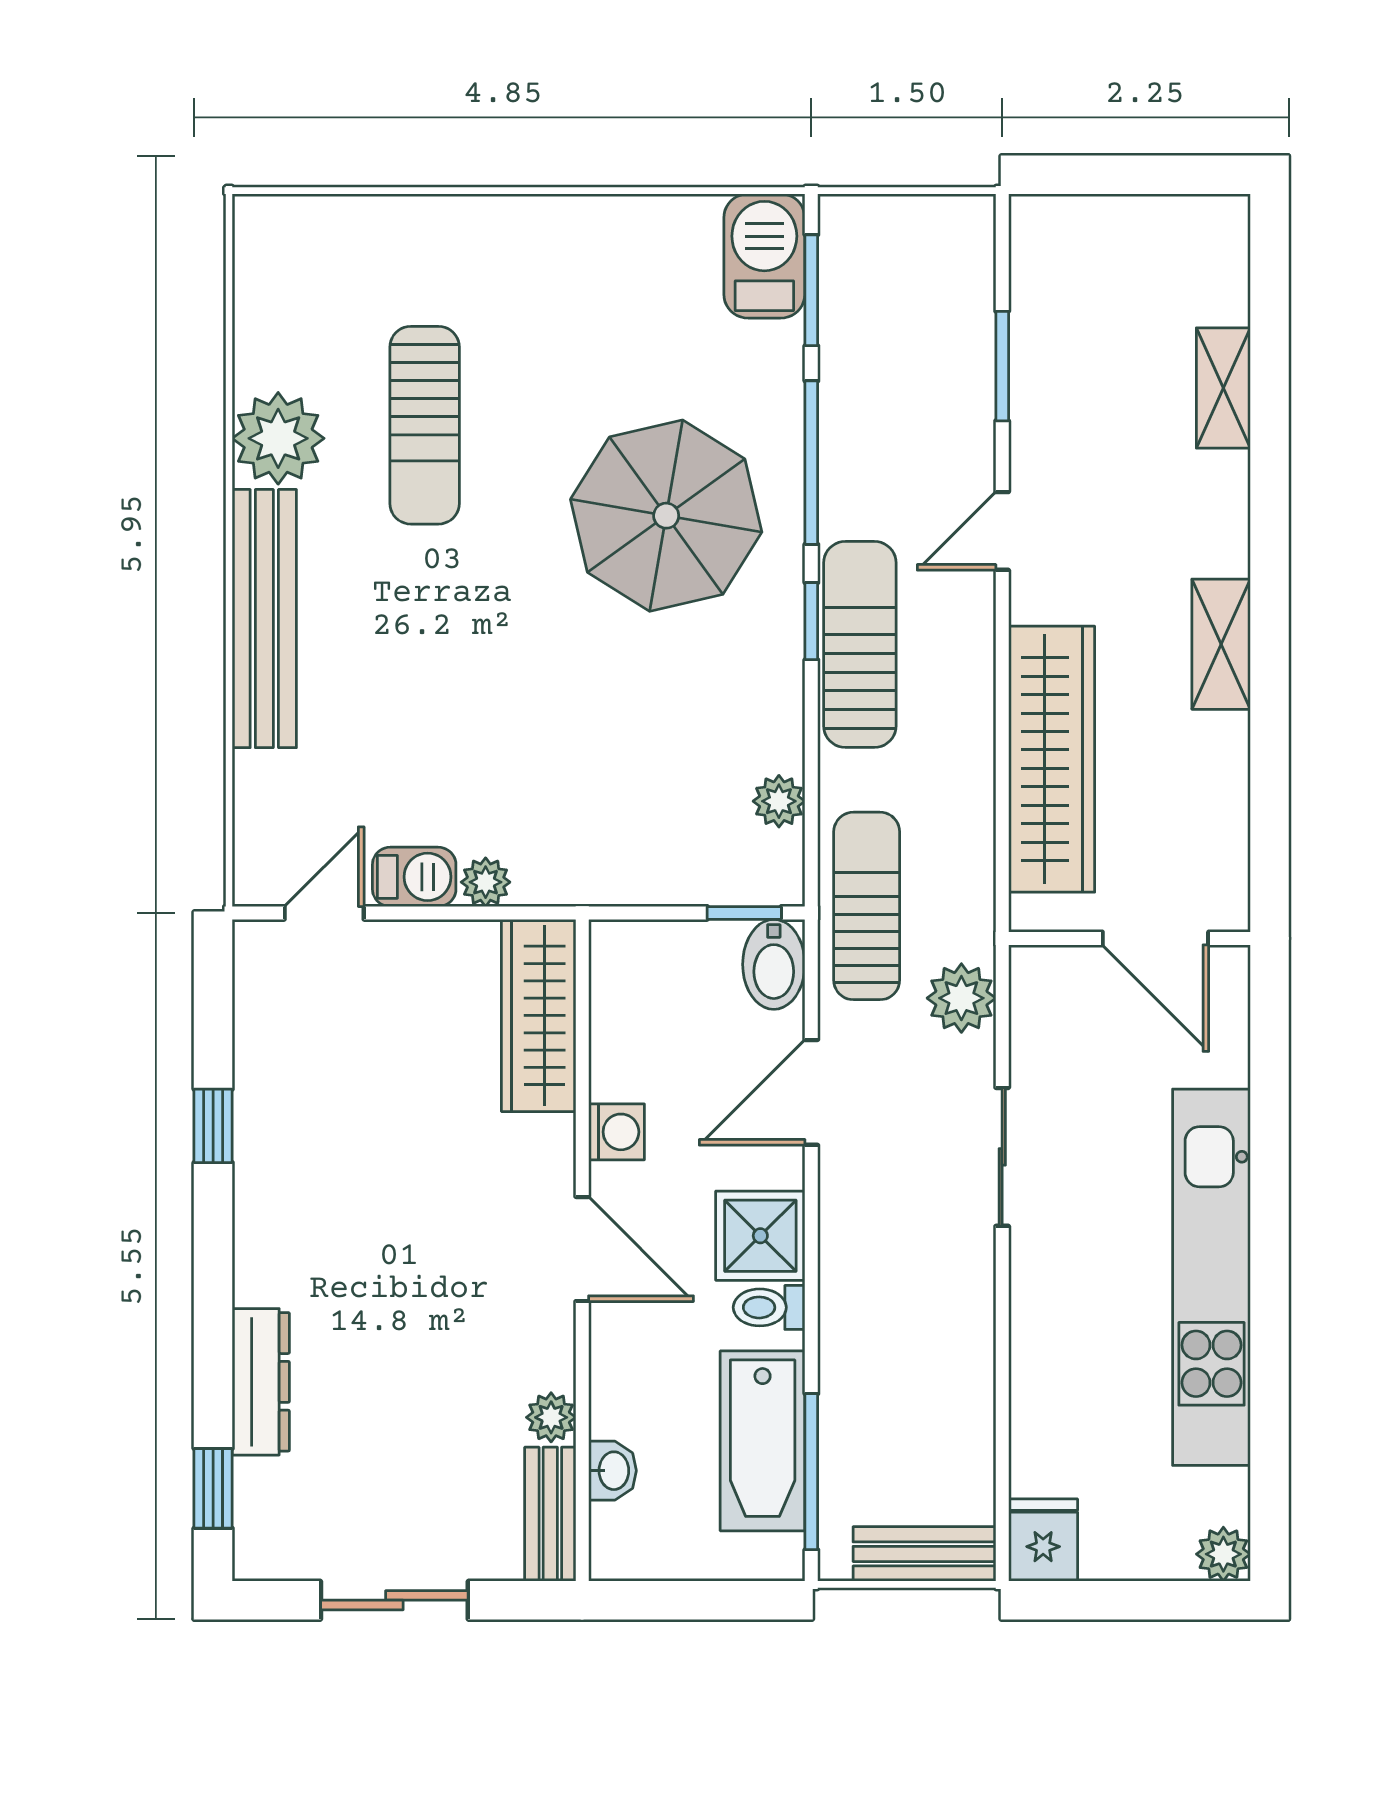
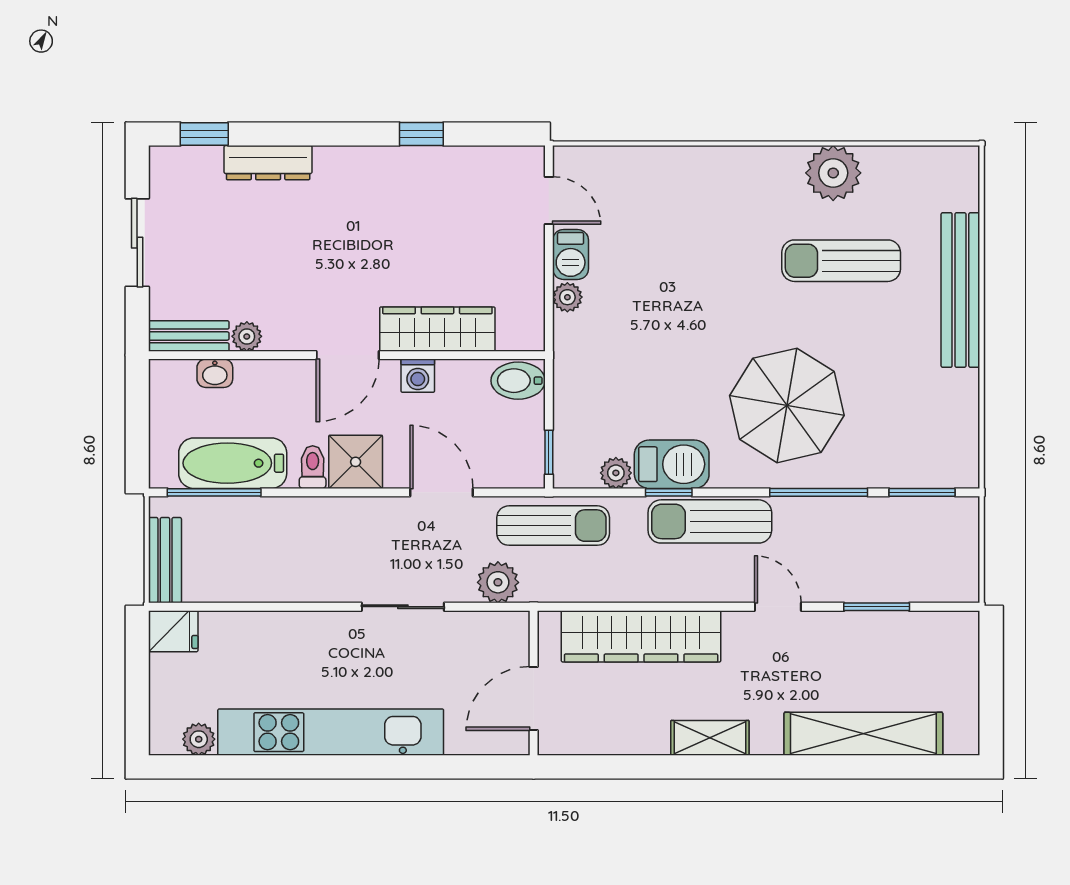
barbecue: (764, 256) -> (672, 464), moved
shelving: (1223, 388) -> (863, 734), width x2.20, depth x1.33
bench: (264, 619) -> (960, 290), moved, turned 90
window: (811, 621) -> (669, 492), moved
sun lounger: (860, 644) -> (710, 521), turned 180
bidet: (774, 964) -> (518, 381), moved
wardrobe: (539, 1015) -> (437, 329), moved
plant: (1223, 1554) -> (199, 739), moved

